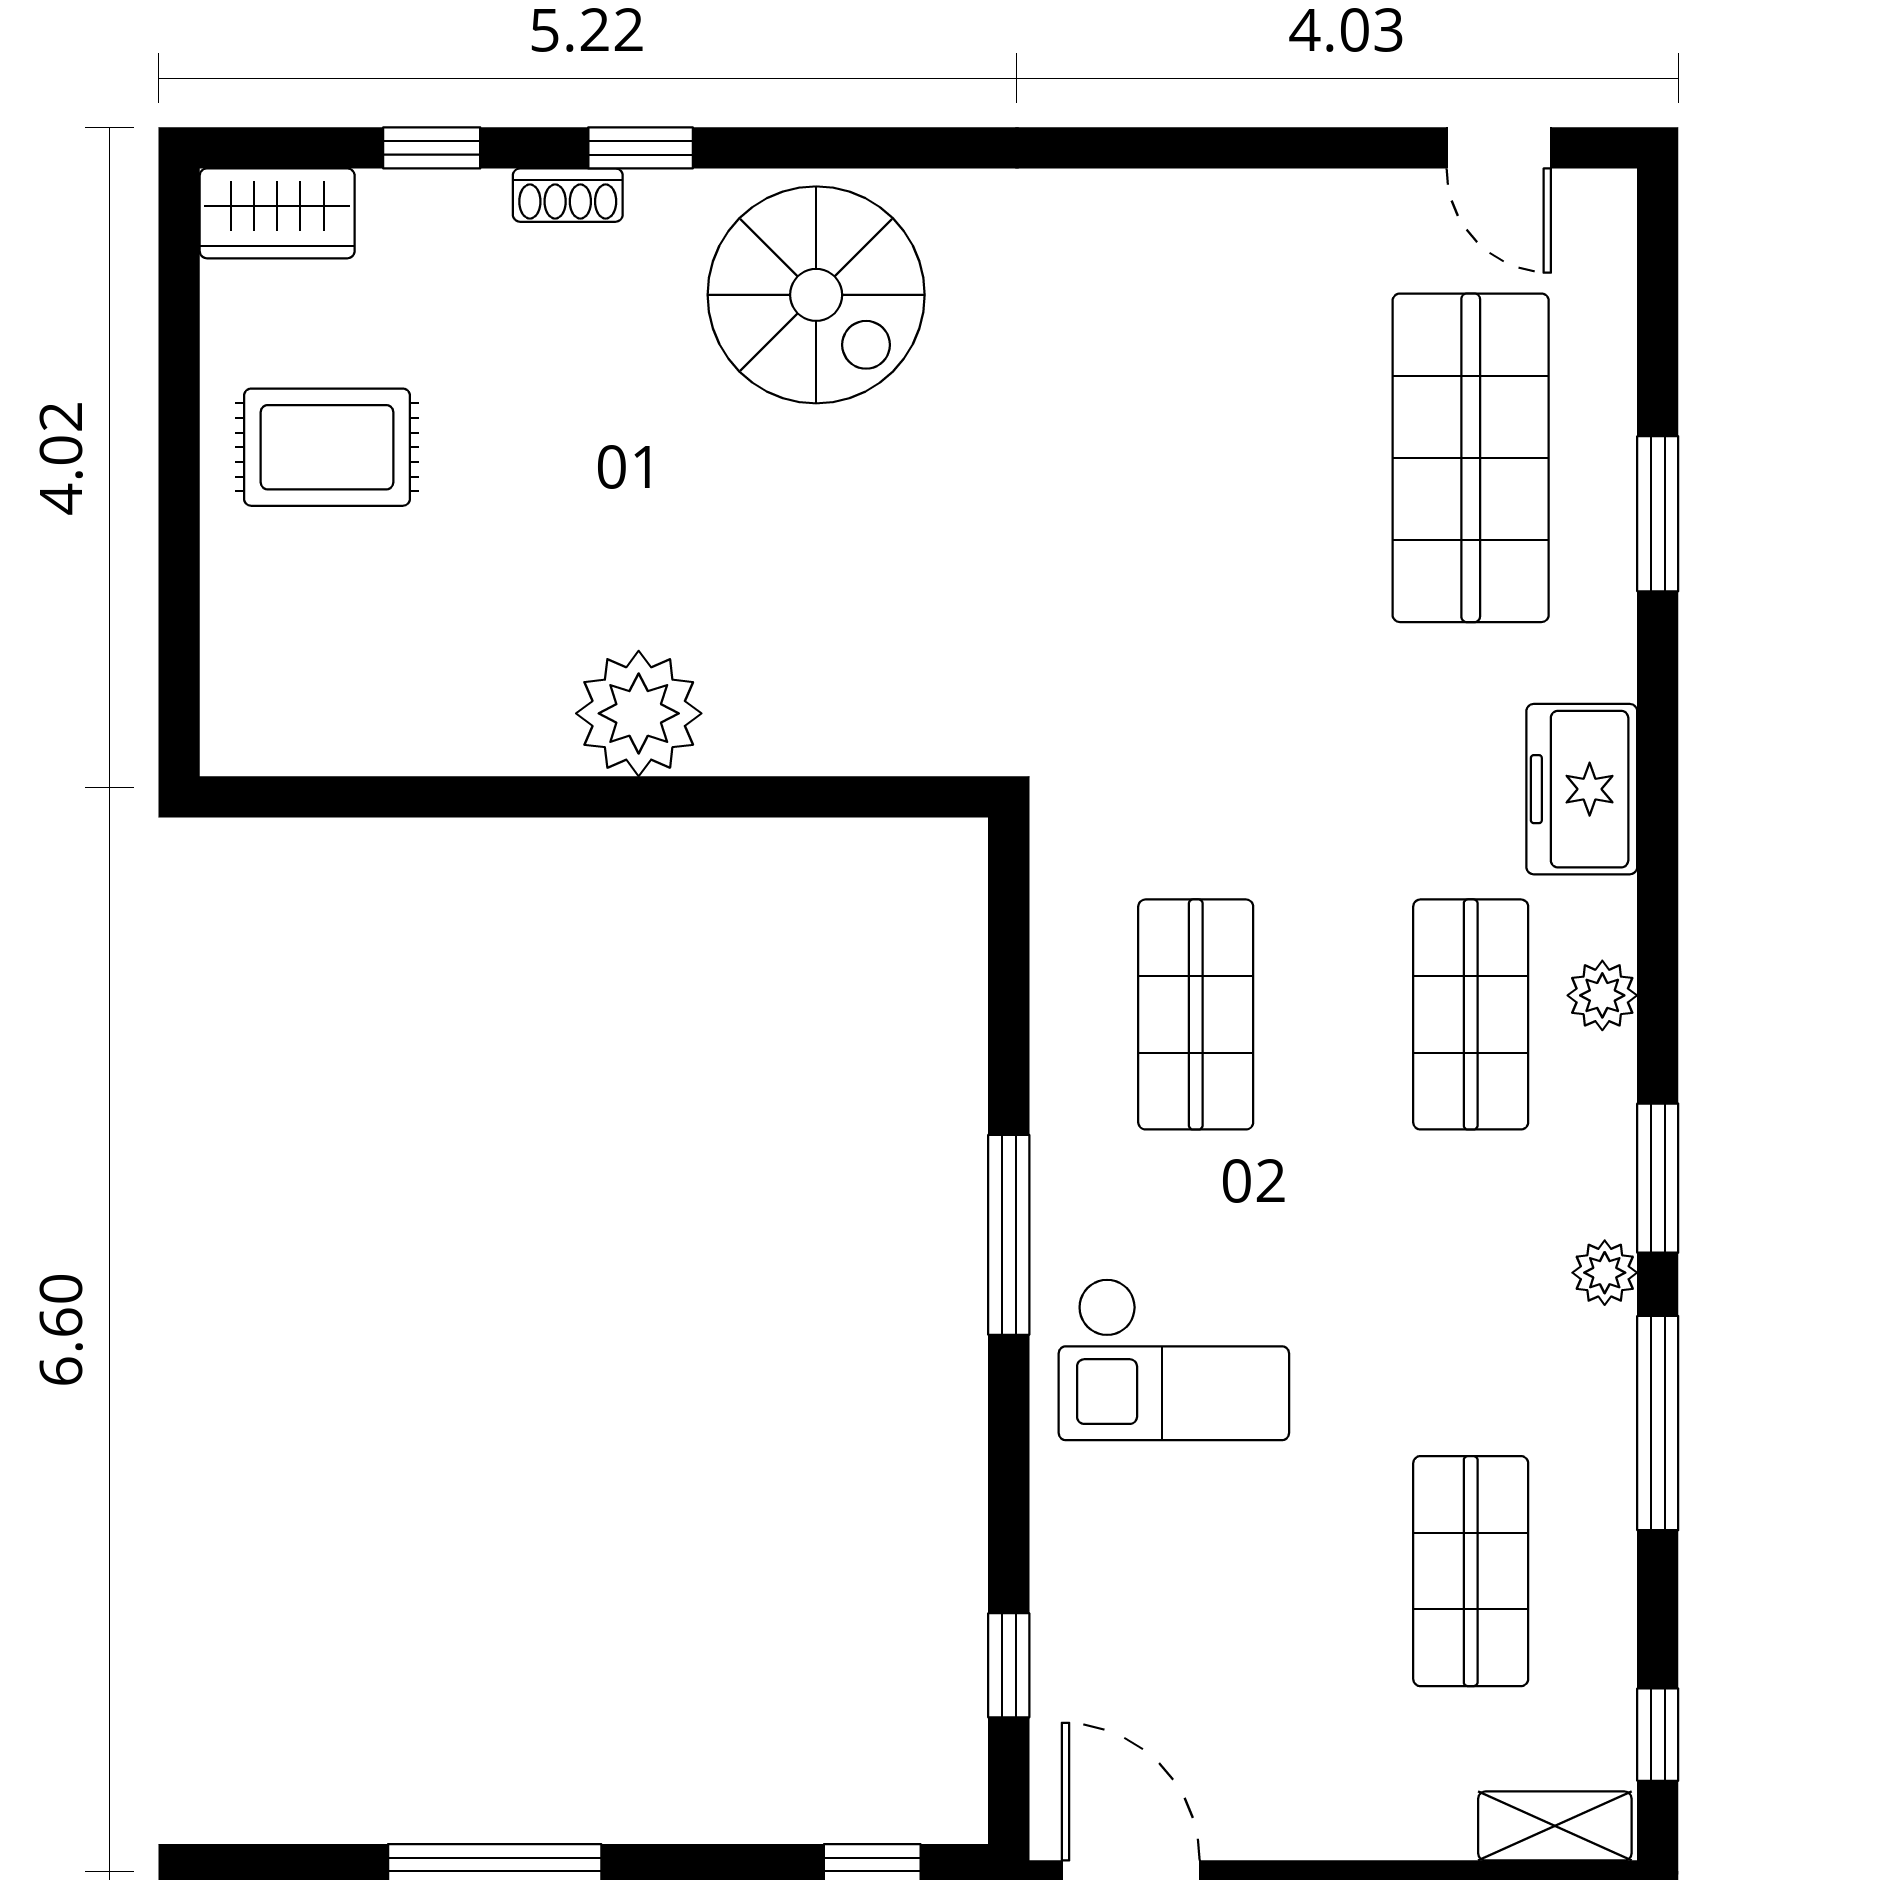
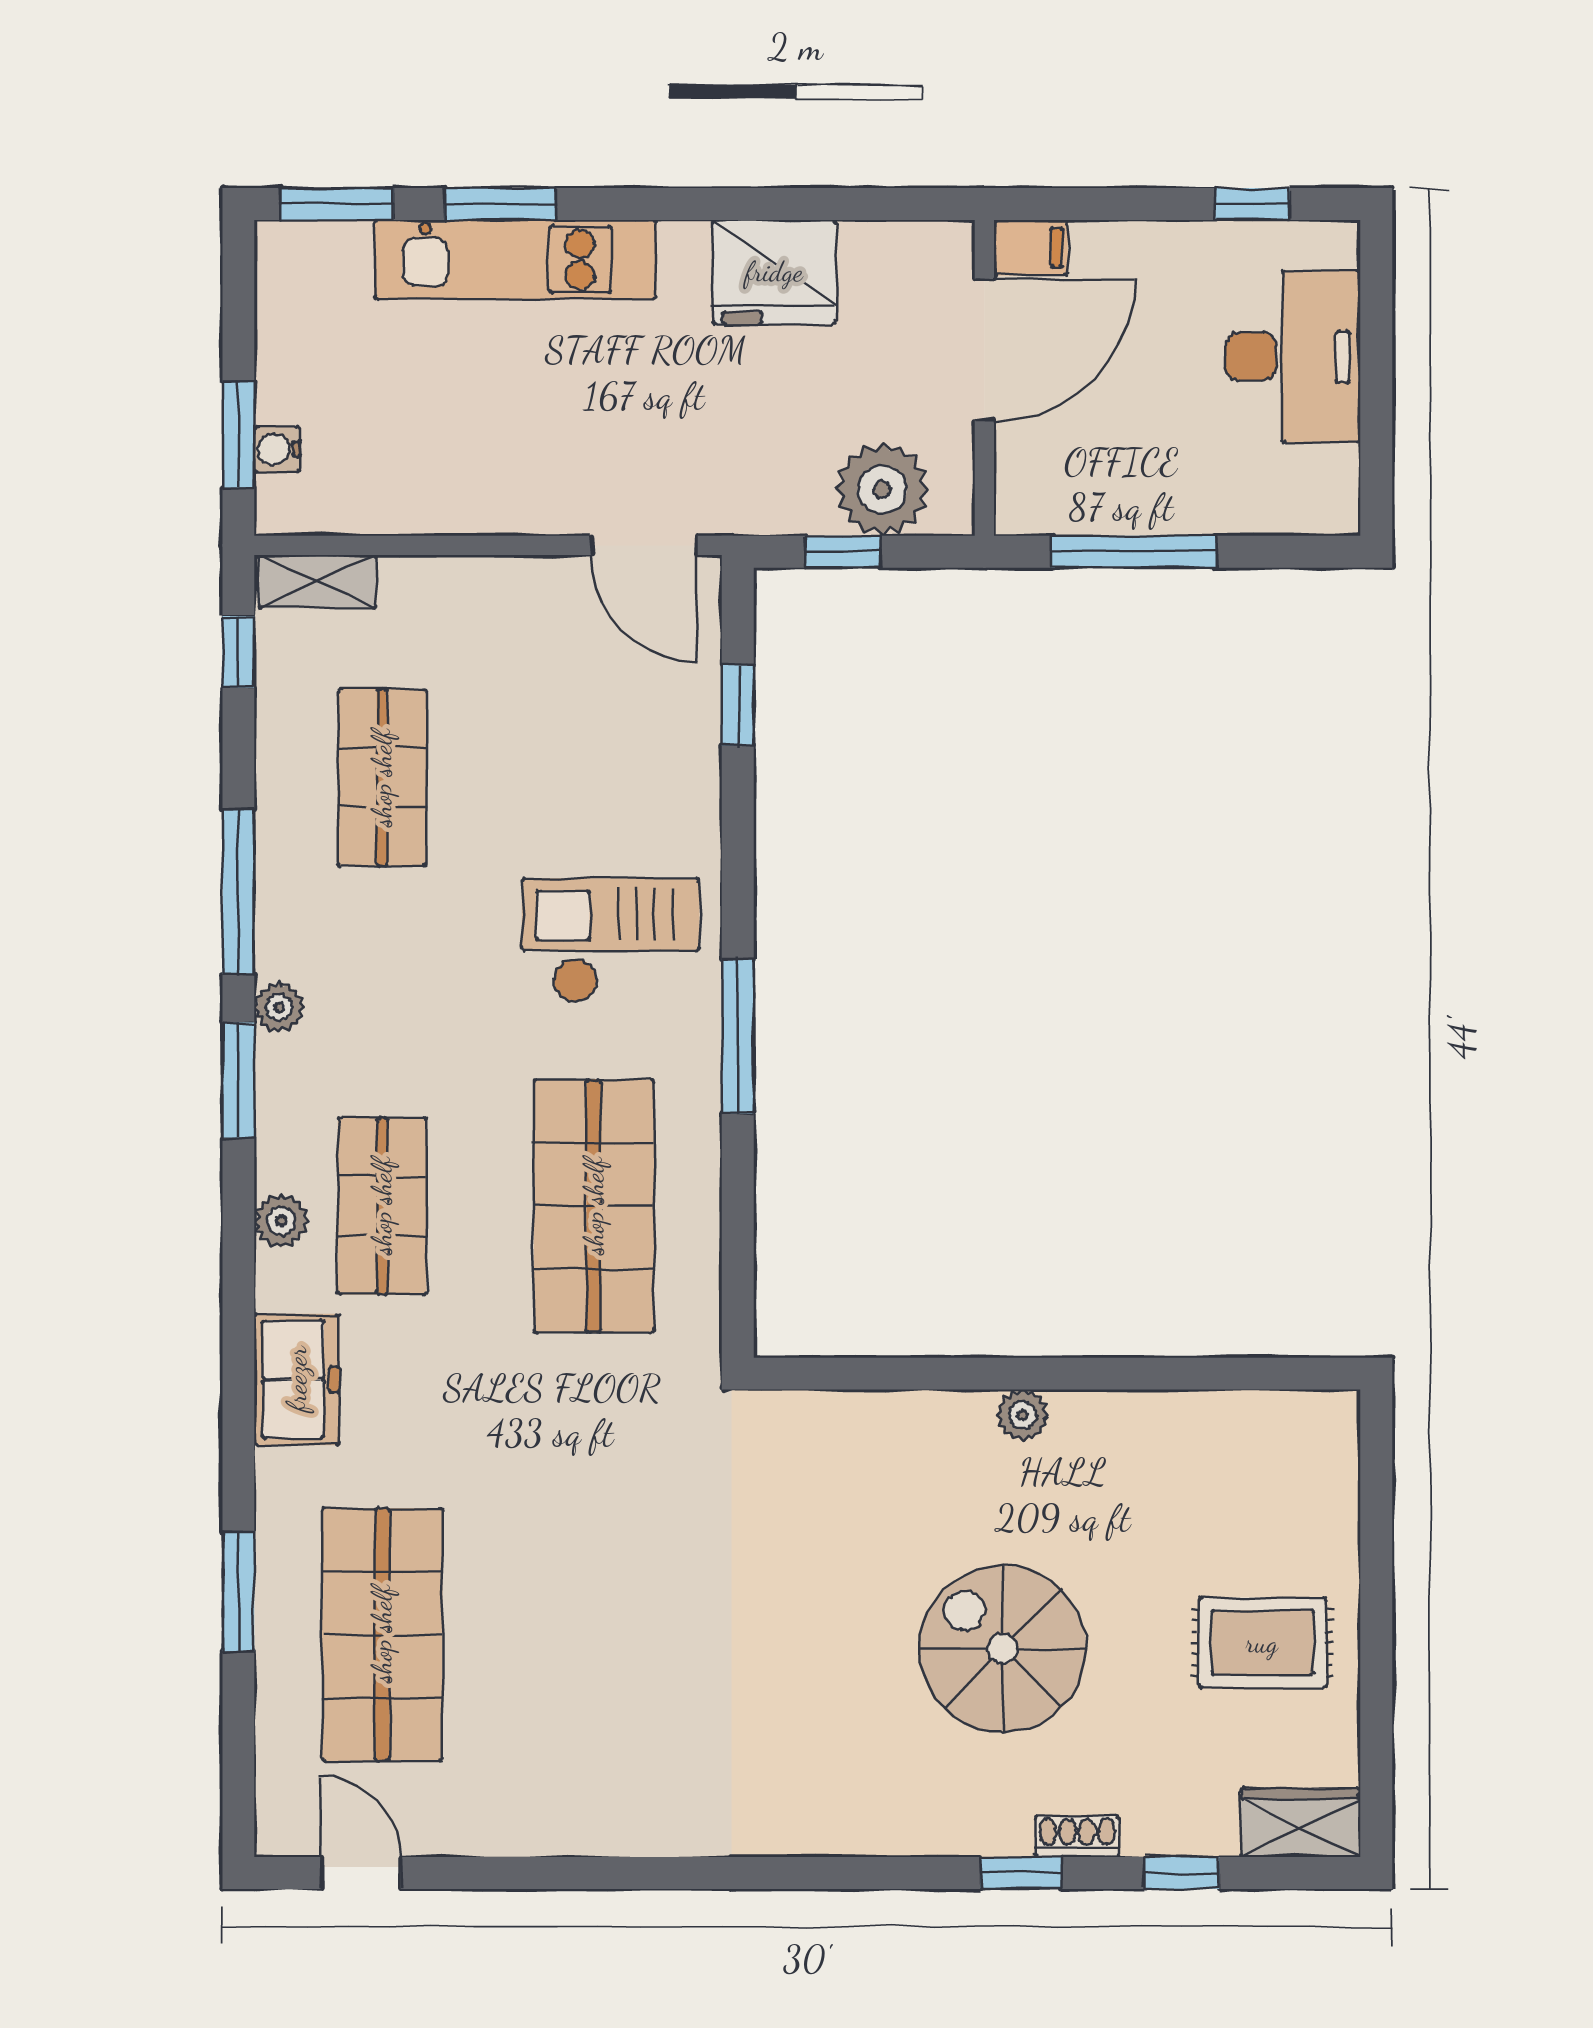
spiral stairs: (816, 295) -> (1003, 1649), moved
plant: (639, 713) -> (1023, 1415), width x0.53, depth x0.53
shop shelf: (1196, 1014) -> (594, 1206), width x1.43, depth x1.36

